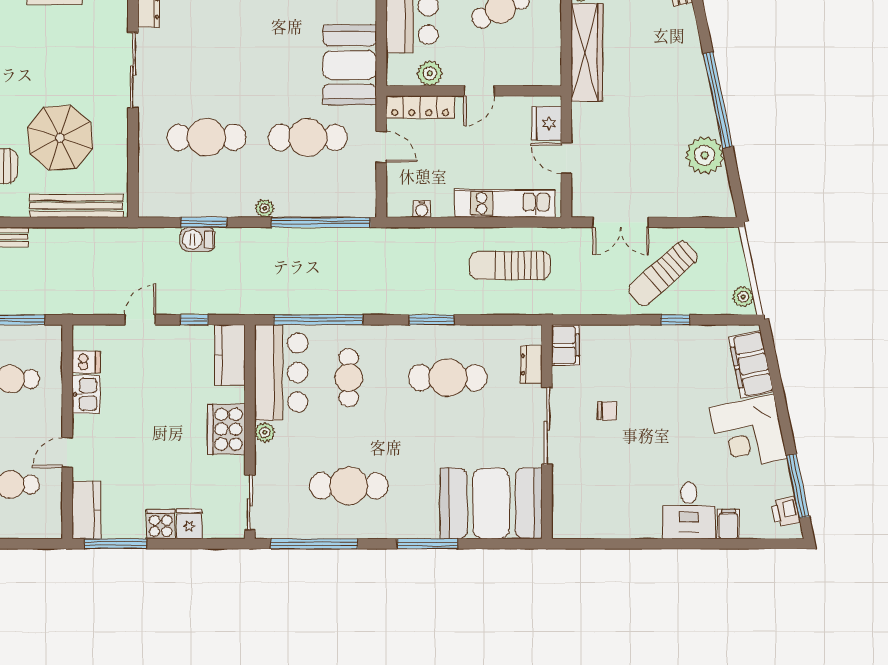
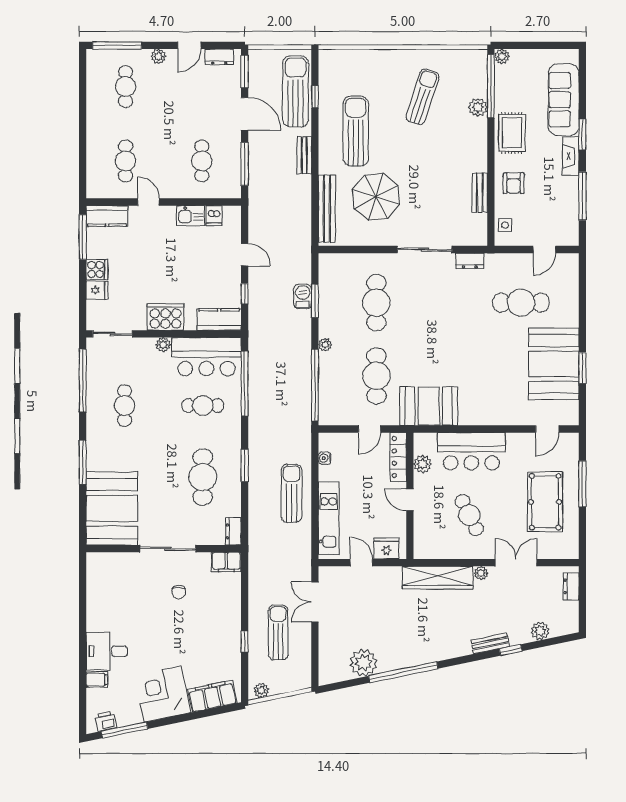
door: (566, 158) -> (361, 563), hinge flipped
sun lounger: (510, 265) -> (292, 493), moved
sun lounger: (663, 273) -> (278, 632), turned 42
dresser: (531, 365) -> (233, 531), moved, turned -90
cafe table: (349, 486) -> (125, 406), width x0.73, depth x0.74

